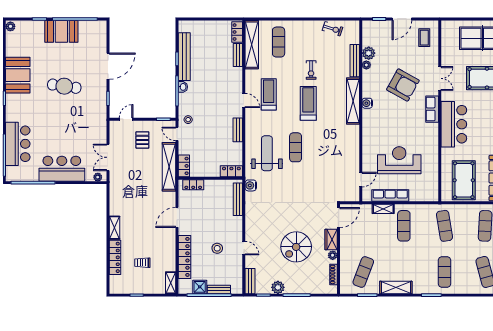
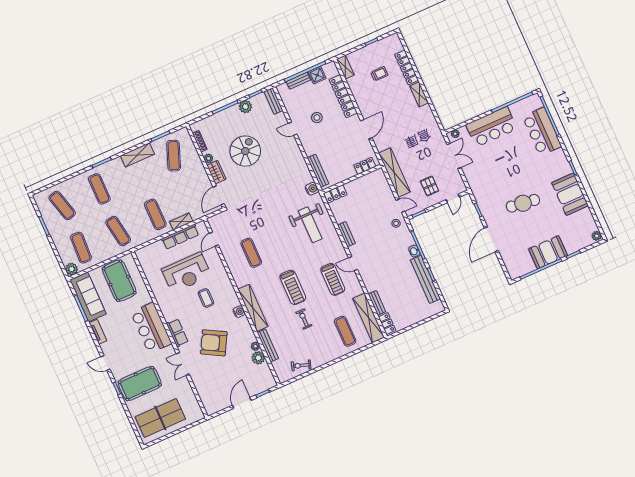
coffee table: (424, 38) -> (206, 298), moved
exercise mat: (296, 147) -> (251, 253), moved
locker: (184, 166) -> (381, 179), removed

